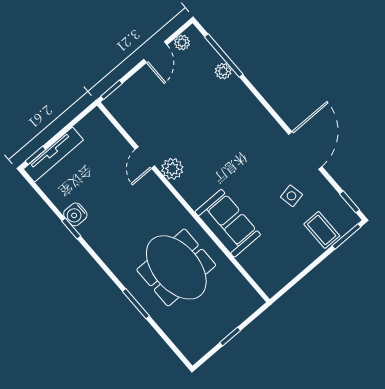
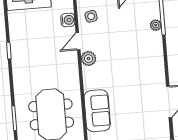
side table: (291, 196) -> (91, 16), moved
water cooler: (75, 214) -> (68, 20), moved, turned 180

